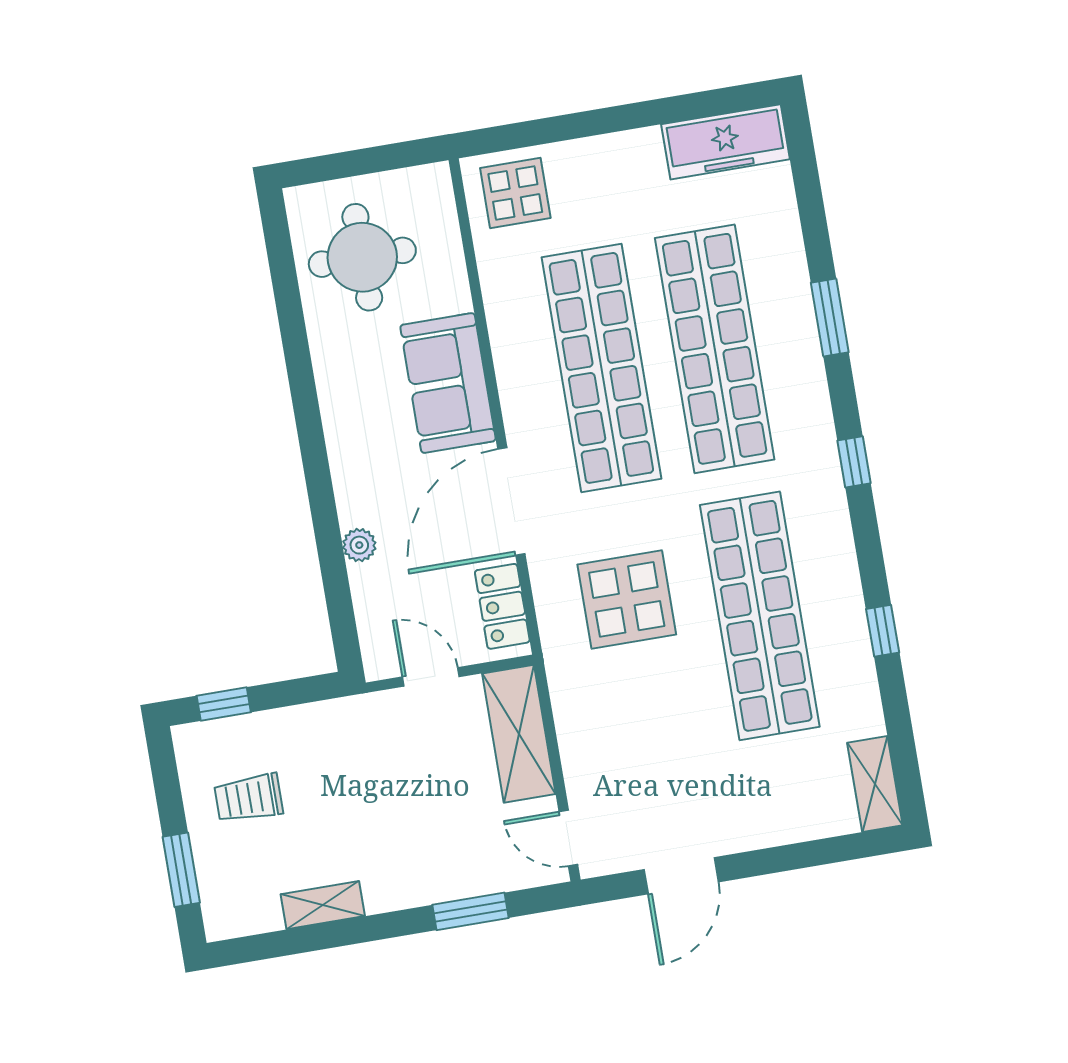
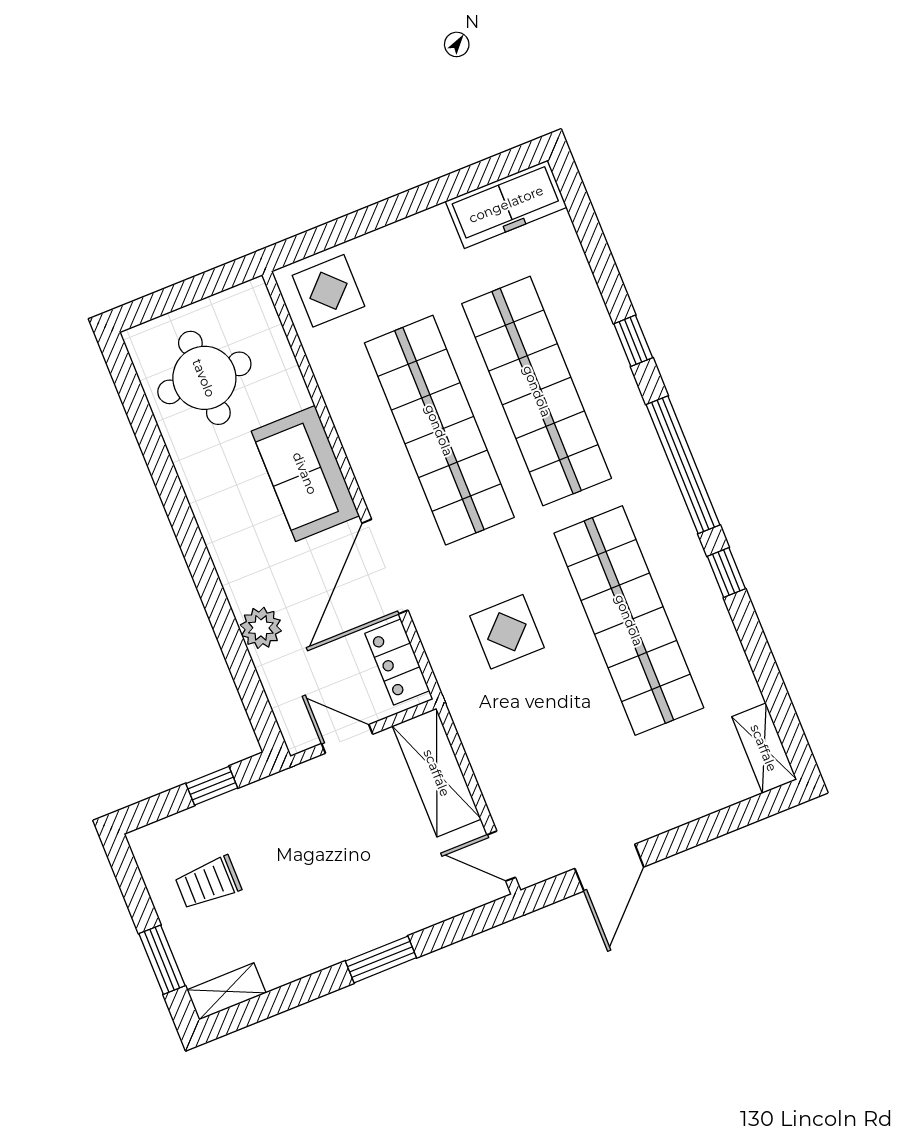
window: (830, 318) -> (633, 341), width x0.67
window: (854, 462) -> (683, 465), width x3.17
plant: (359, 545) -> (261, 628), width x1.38, depth x1.38
display table: (627, 599) -> (507, 632), width x0.73, depth x0.73
window: (883, 631) -> (726, 573), moved
window: (224, 704) -> (212, 786), moved
shelving: (323, 905) -> (226, 991), moved
window: (470, 911) -> (381, 959), moved

